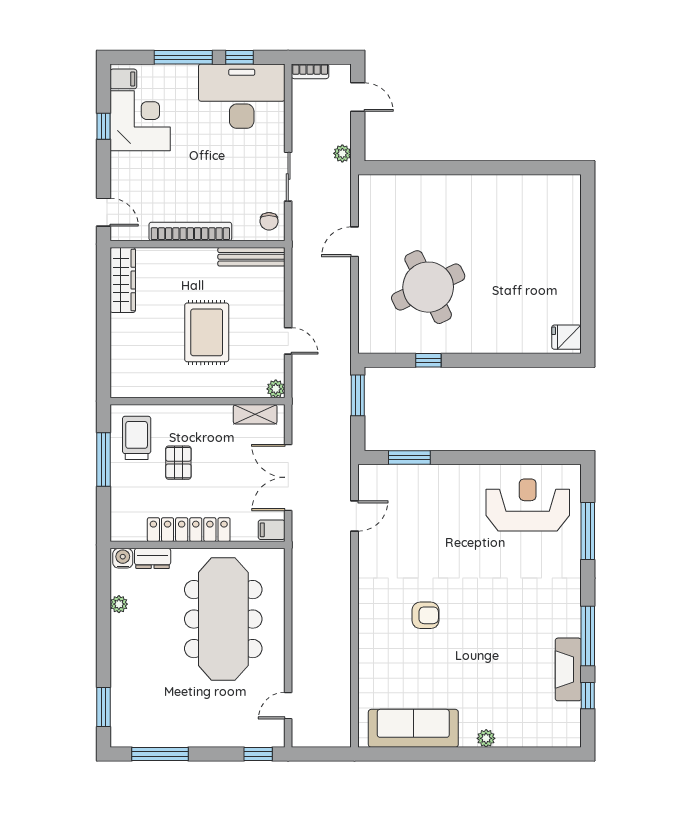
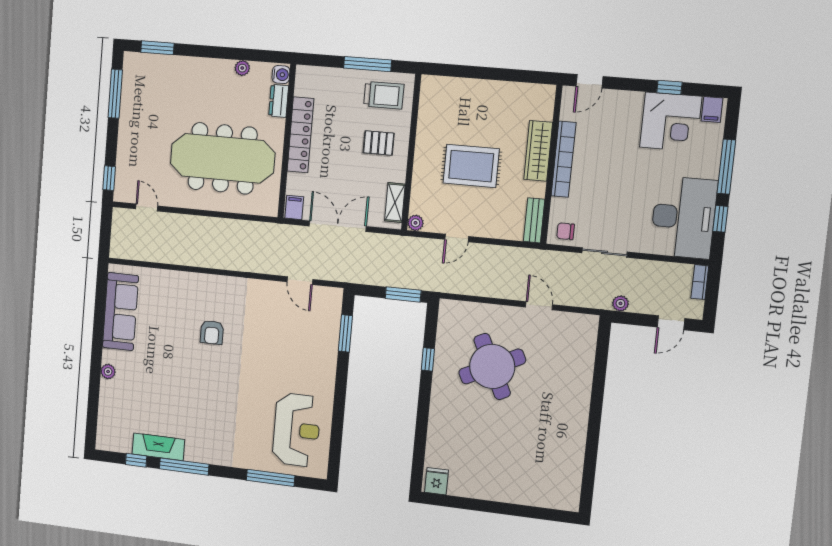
bench: (251, 257) -> (534, 220), width x0.73
wardrobe: (123, 280) -> (538, 151), moved, turned 90
pallet: (178, 463) -> (379, 143), moved

